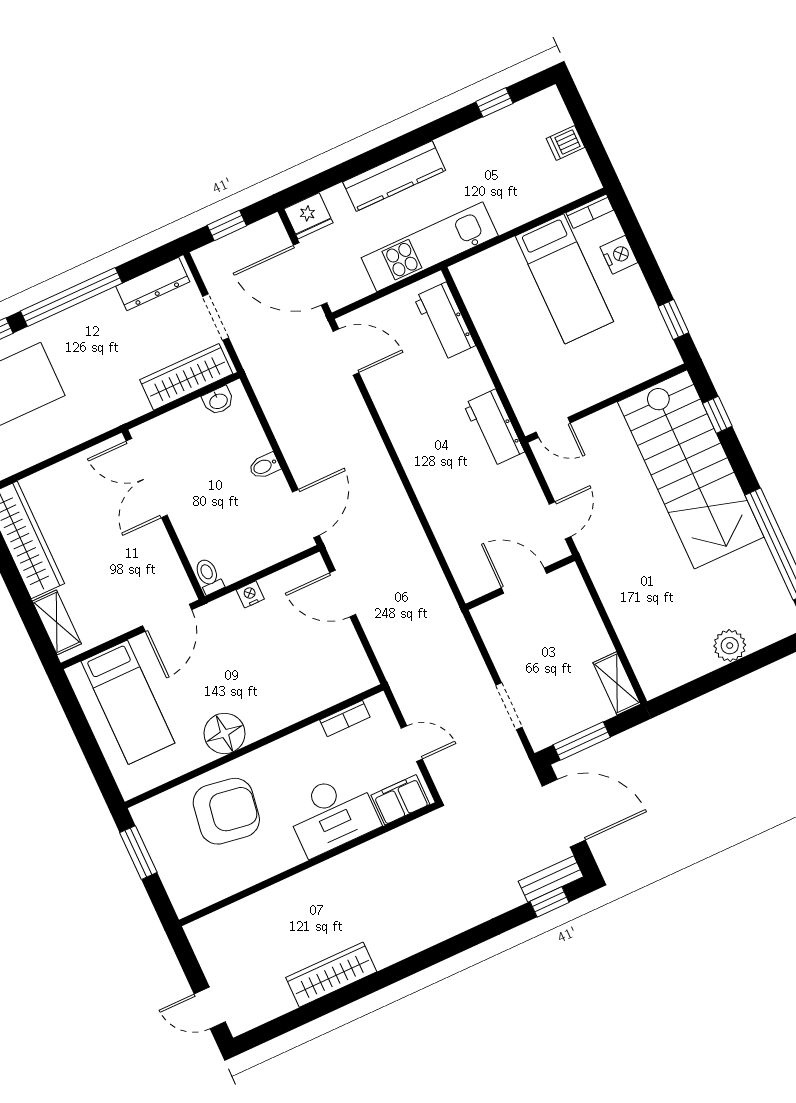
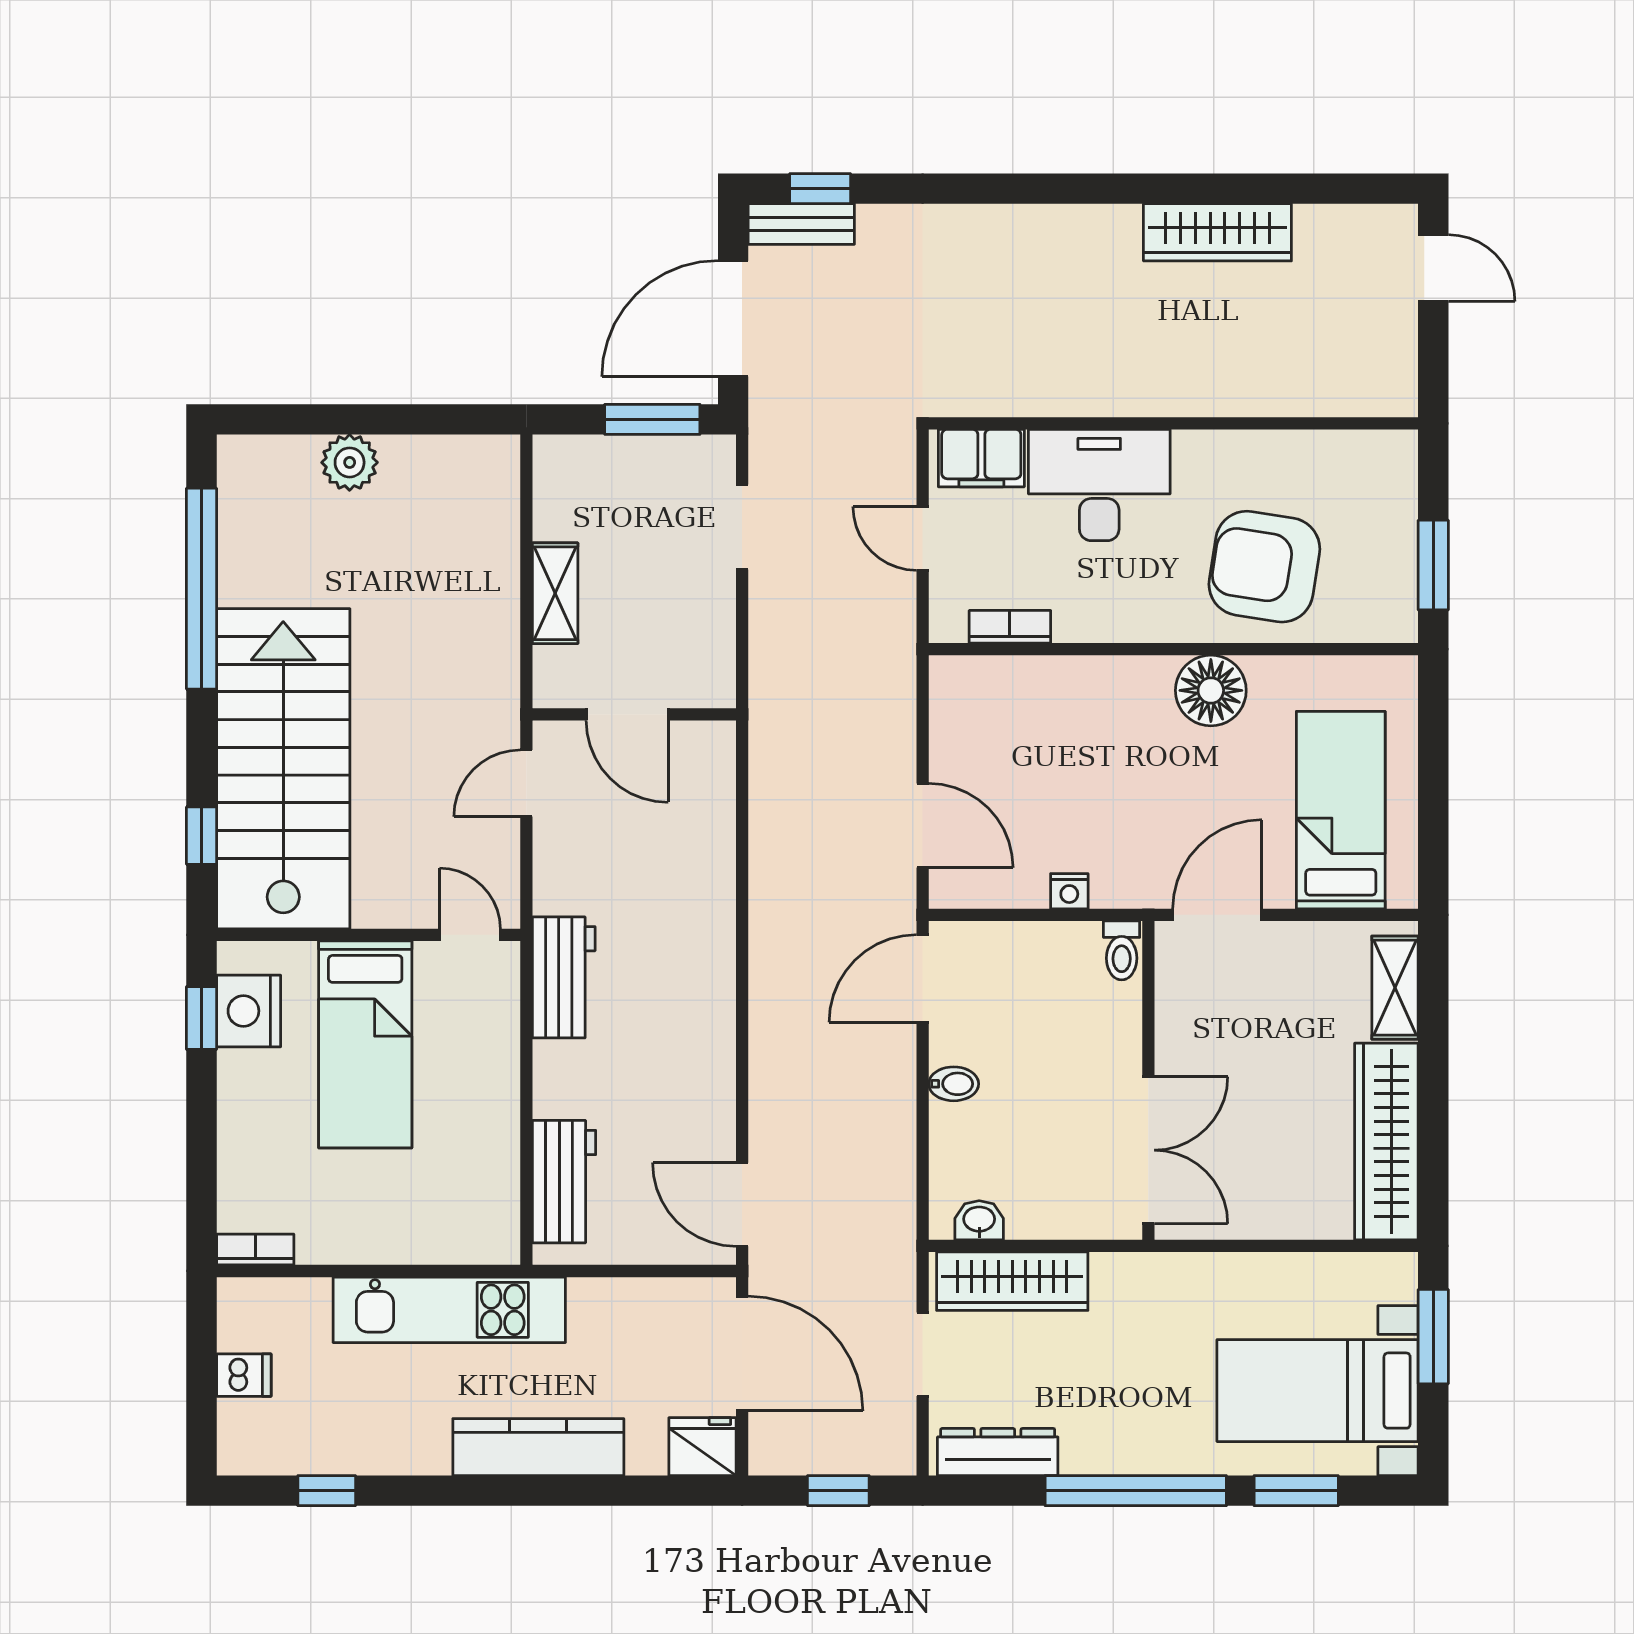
kitchen unit: (430, 247) -> (449, 1310), moved
nightstand: (619, 255) -> (249, 1011), moved, width x1.36, depth x1.33
bed: (564, 279) -> (365, 1044), moved, turned 180
shelving: (617, 683) -> (555, 593), moved
door: (564, 813) -> (733, 319), hinge flipped

